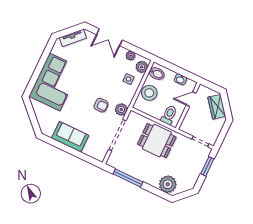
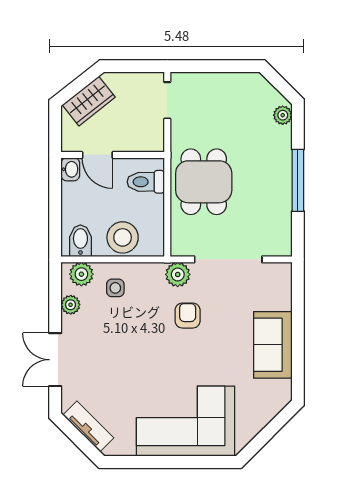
double door: (109, 37) -> (55, 360), swing flipped
washbasin: (180, 79) -> (70, 169), moved
window: (207, 166) -> (207, 66), removed
window: (128, 178) -> (298, 180), moved
plant: (168, 184) -> (283, 115), width x0.53, depth x0.53

